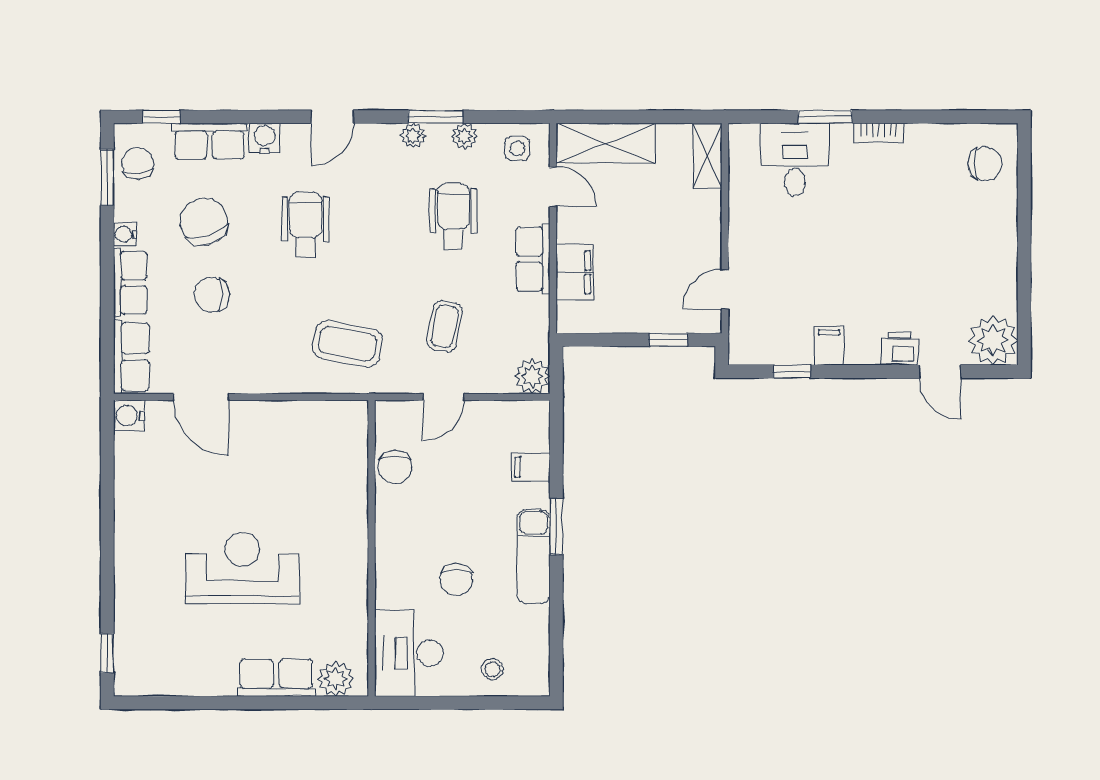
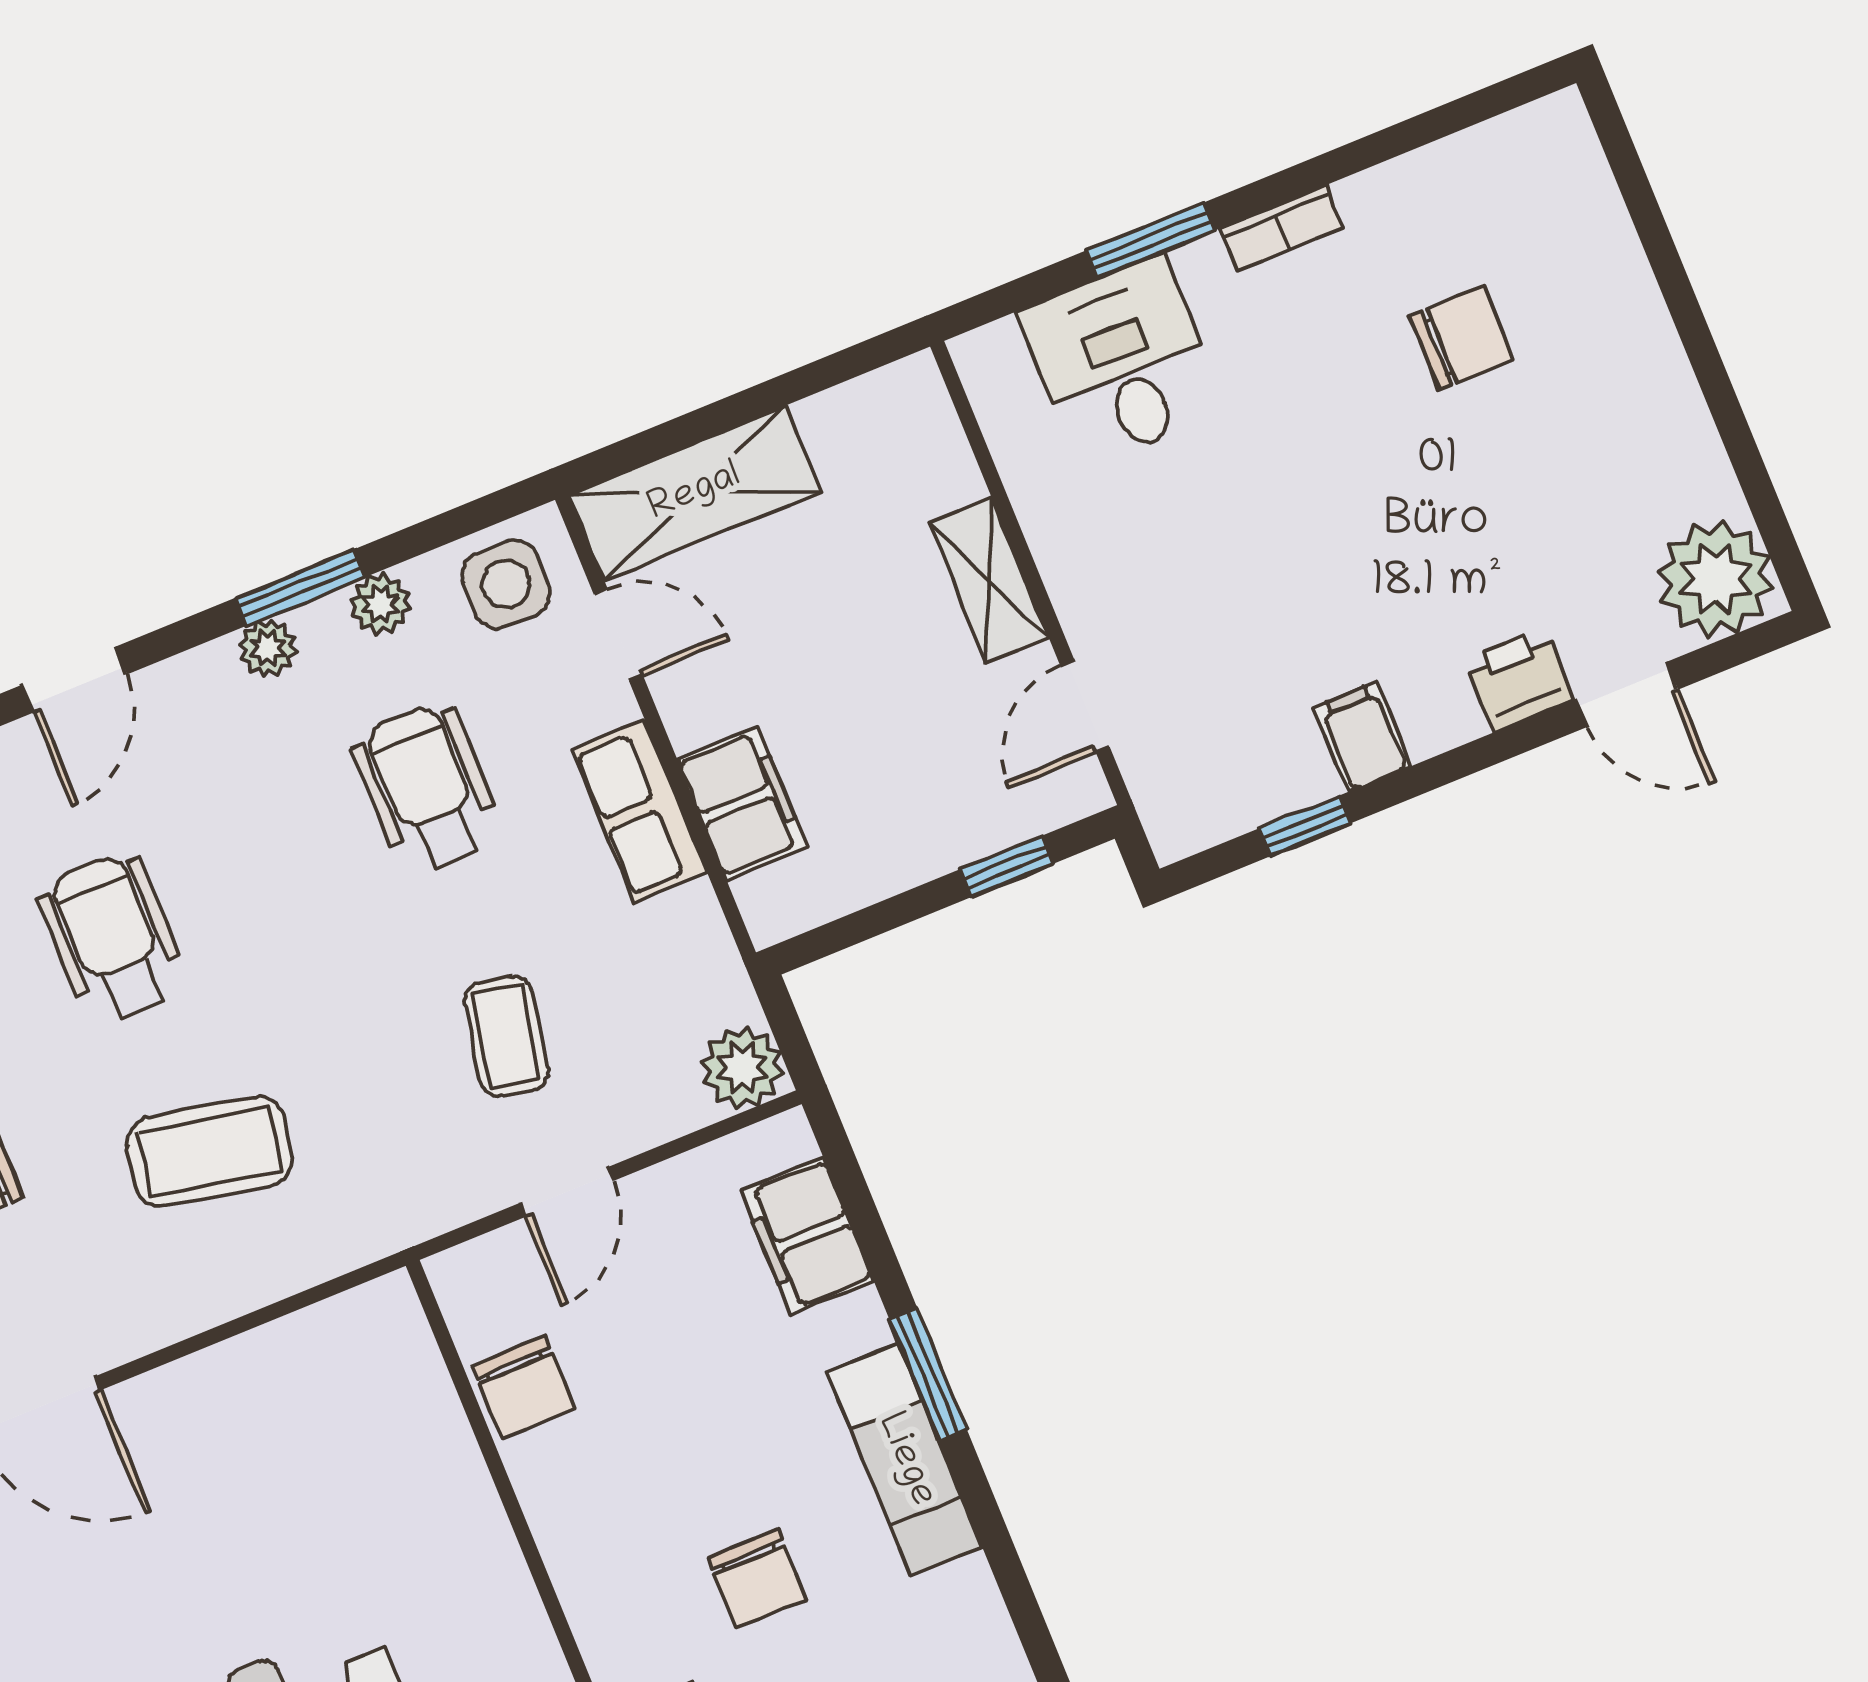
side table: (517, 149) -> (506, 584), width x1.37, depth x1.37
shelving: (707, 156) -> (989, 581), moved
chair: (985, 164) -> (1461, 338), moved
coffee table: (347, 344) -> (210, 1152), moved
filing cabinet: (531, 467) -> (807, 1236), width x2.00

